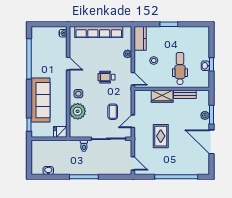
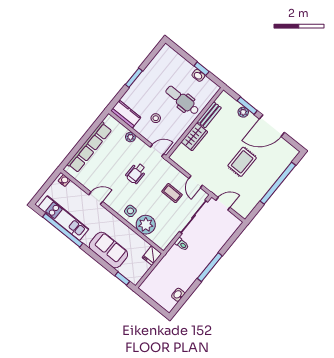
kitchen unit: (38, 53) -> (63, 218), added
sofa: (41, 100) -> (108, 250), width x0.73
rug: (161, 136) -> (242, 162), moved, turned 90
door: (133, 163) -> (223, 204), moved

